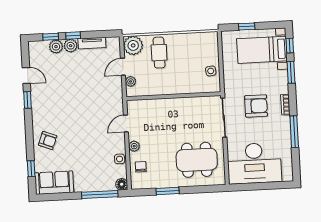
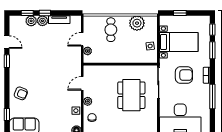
plant: (133, 45) -> (137, 23), moved
bed with nightstands: (262, 50) -> (179, 42), moved, turned 180
dining table: (197, 160) -> (131, 95), moved, turned 90

